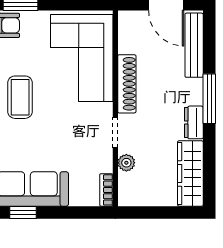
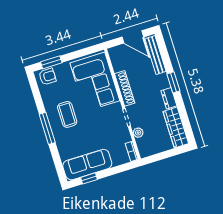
window: (209, 99) -> (173, 82), width x0.69

